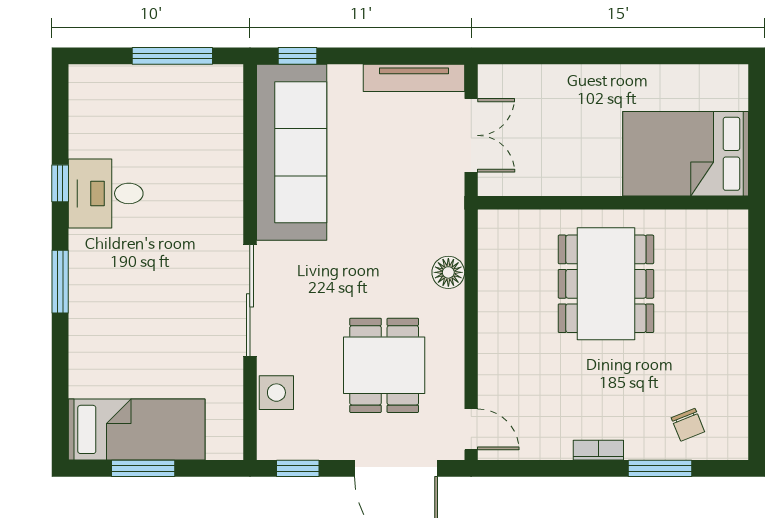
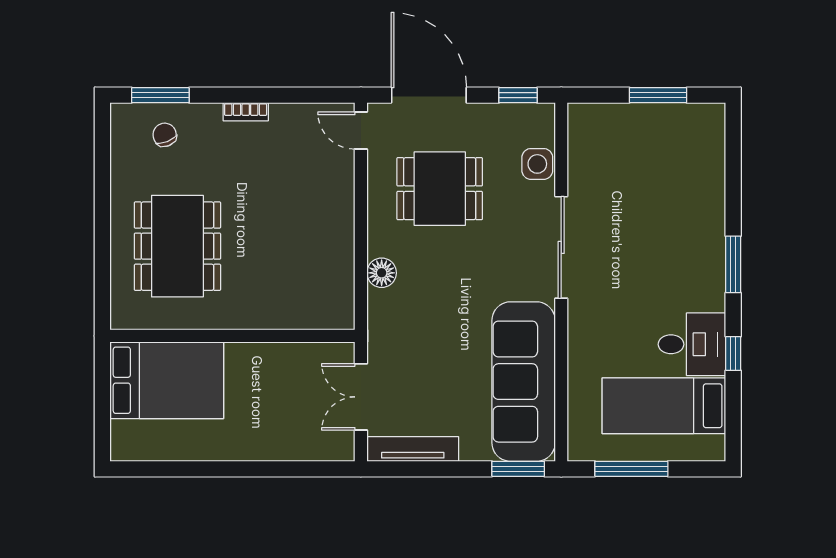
window: (298, 56) -> (518, 469), width x1.50
dining table: (606, 284) -> (177, 246), moved
dining table: (384, 365) -> (440, 189), turned 90
bed: (137, 429) -> (664, 406), moved
window: (660, 468) -> (160, 95), moved

